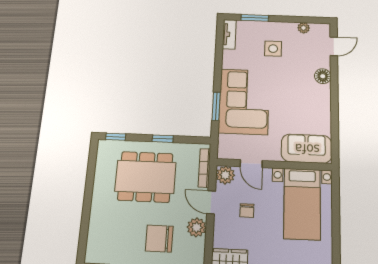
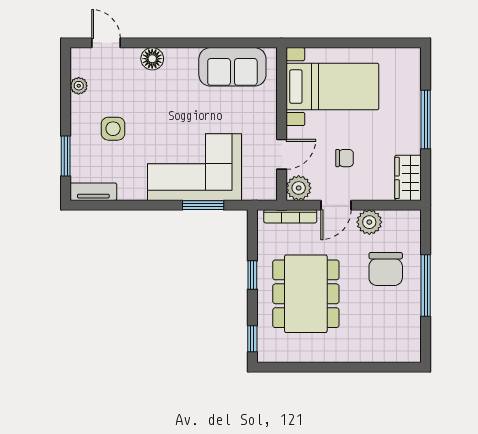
sofa: (307, 149) -> (232, 67), moved, turned -90

